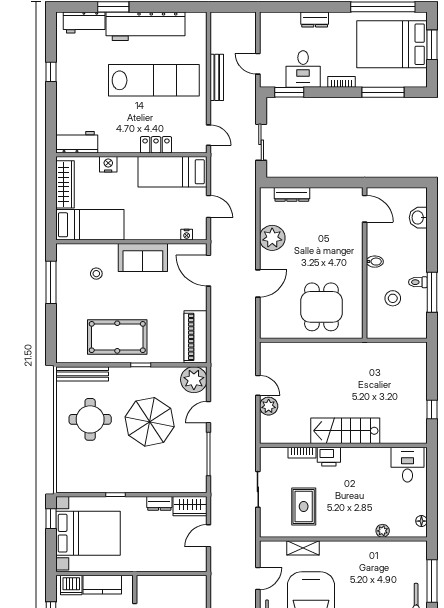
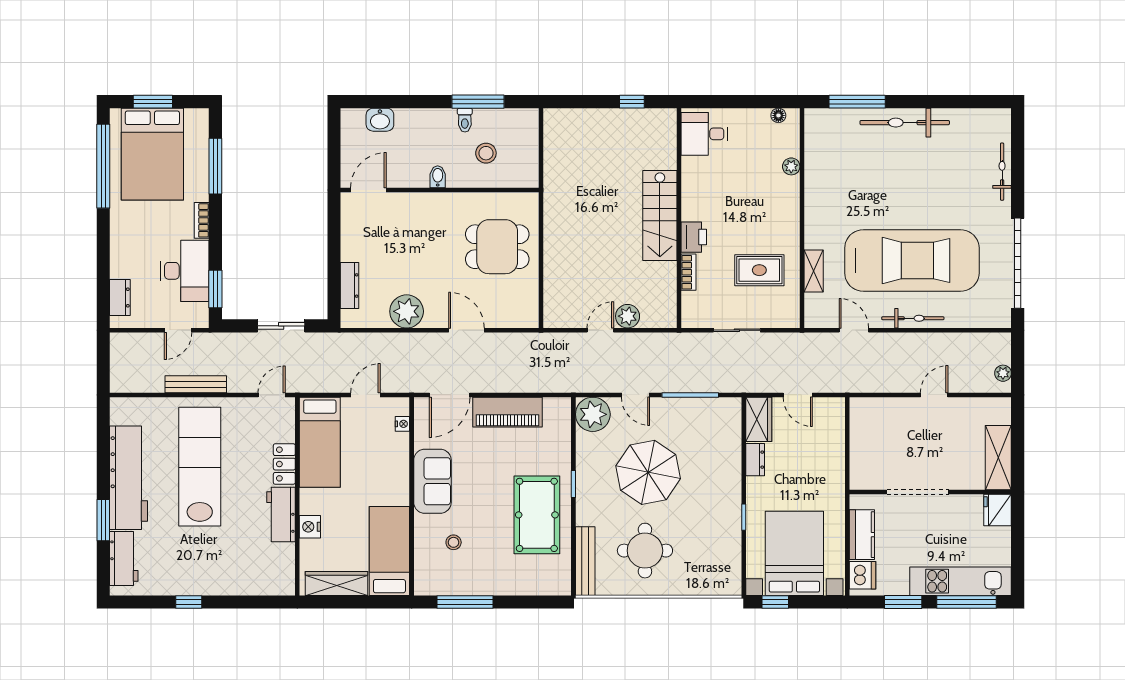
dresser: (315, 19) -> (120, 298), moved
desk: (303, 69) -> (185, 271), width x1.37
workbench: (77, 142) -> (281, 515), moved
piano: (196, 337) -> (507, 412), moved

